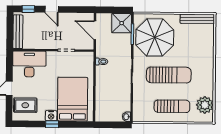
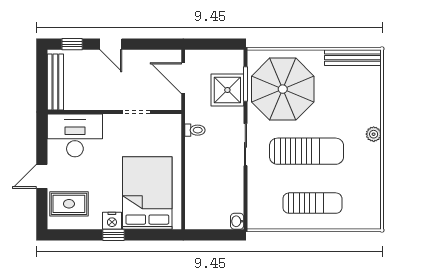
shower: (122, 23) -> (227, 90), moved
plant: (205, 105) -> (374, 134), moved, width x0.53, depth x0.53

